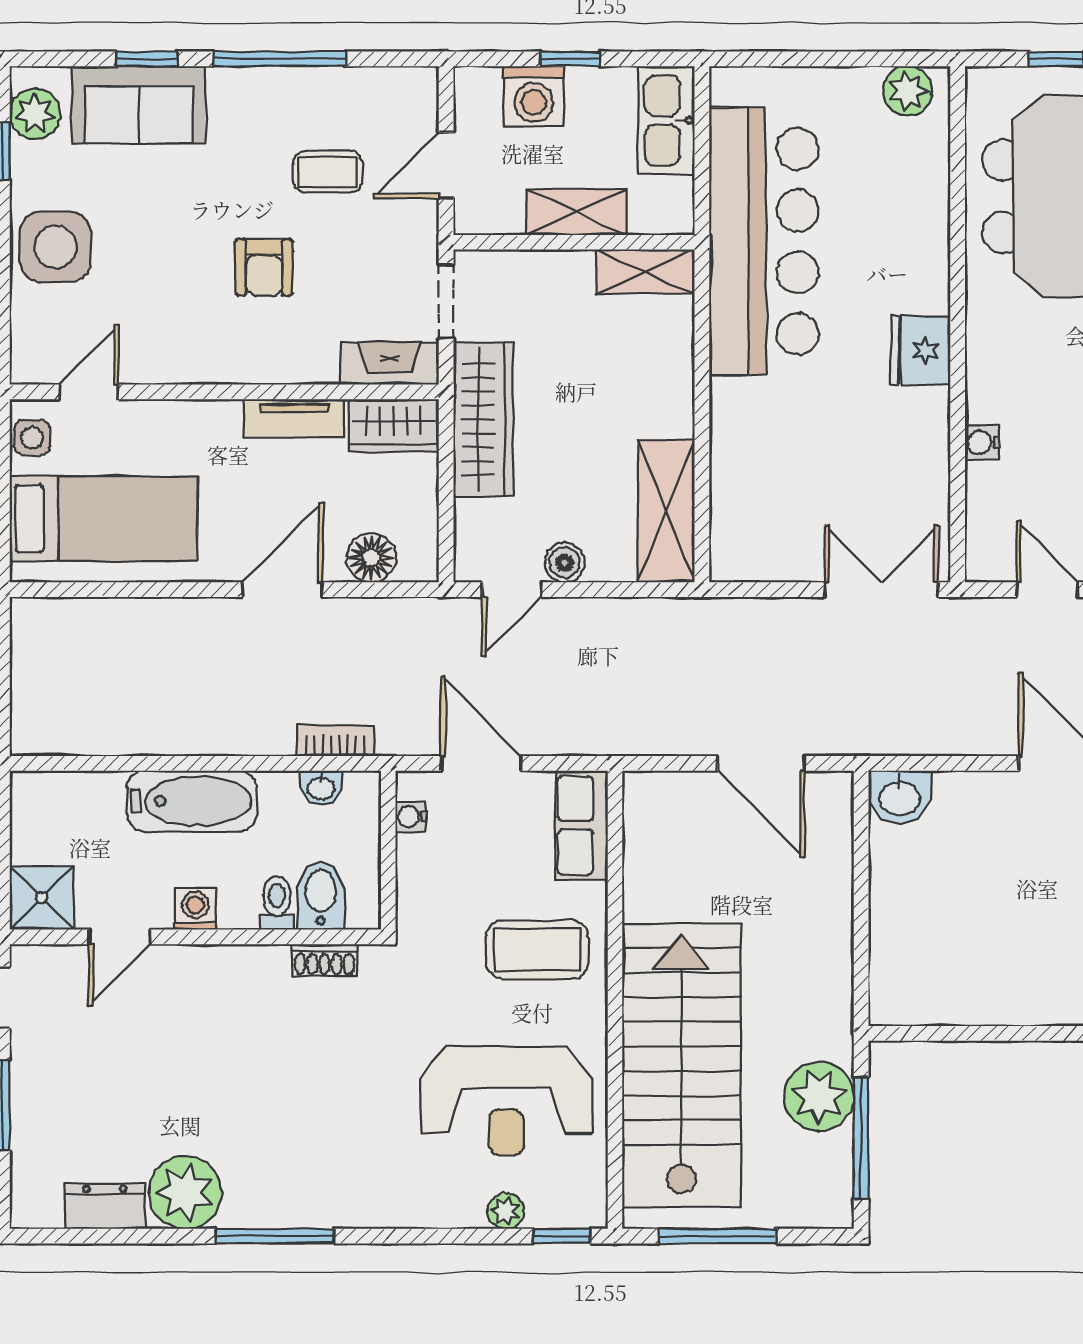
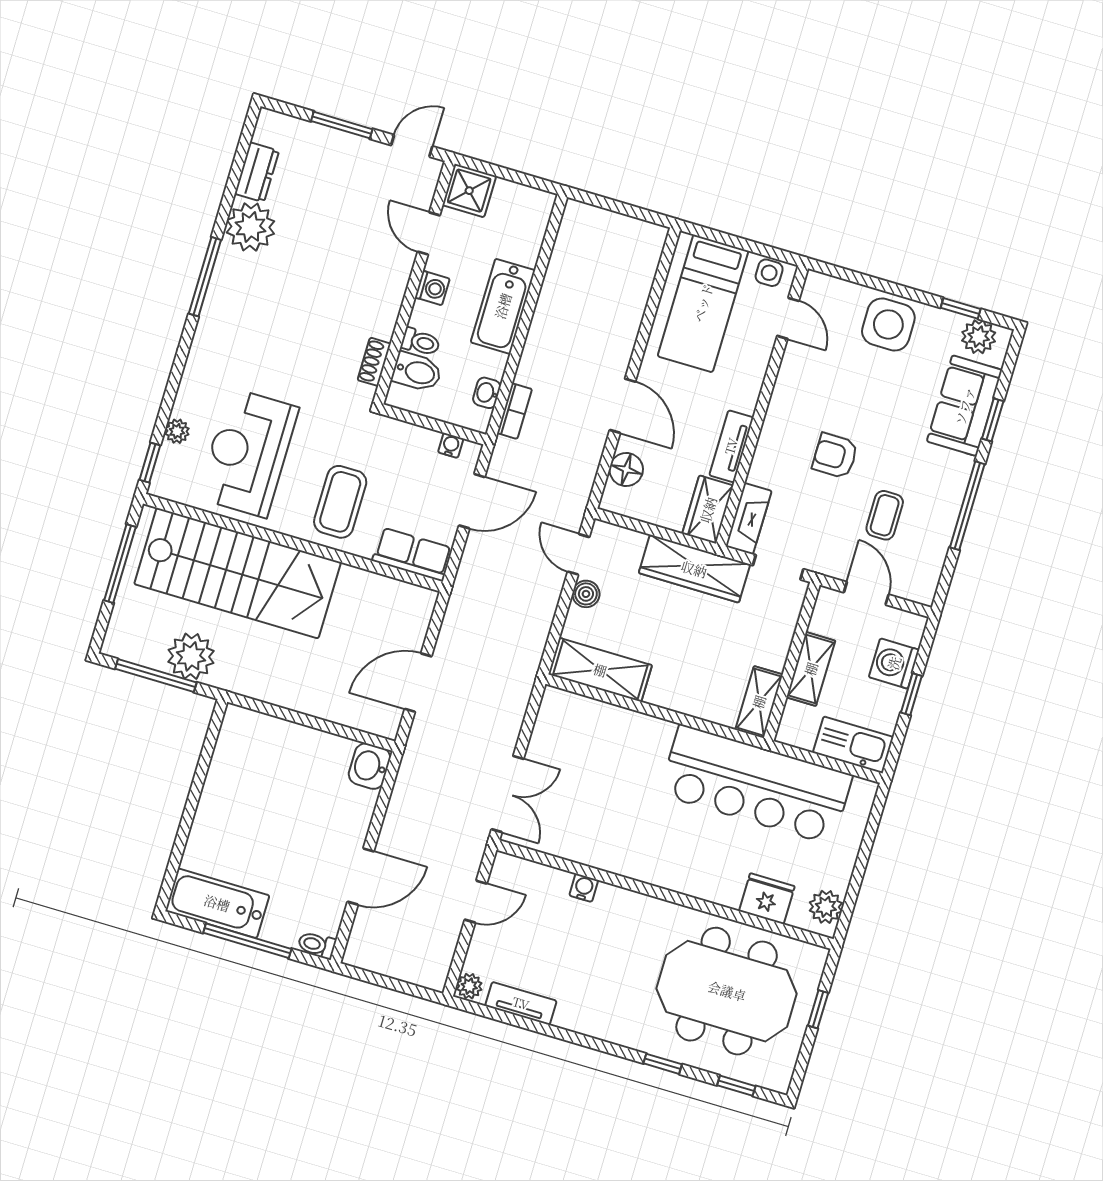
fridge: (921, 351) -> (767, 899), moved

